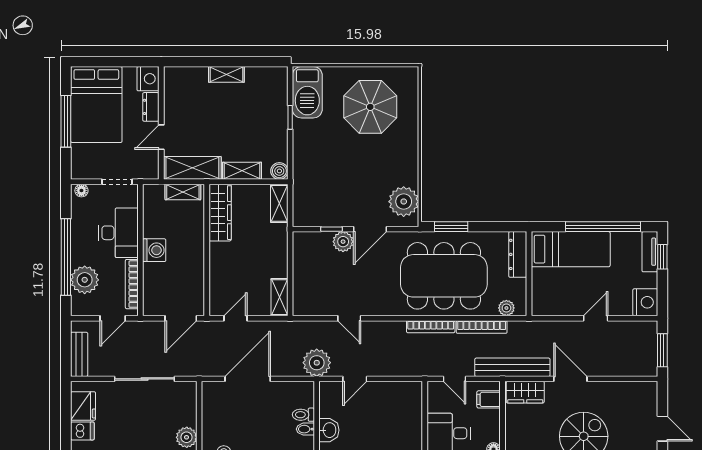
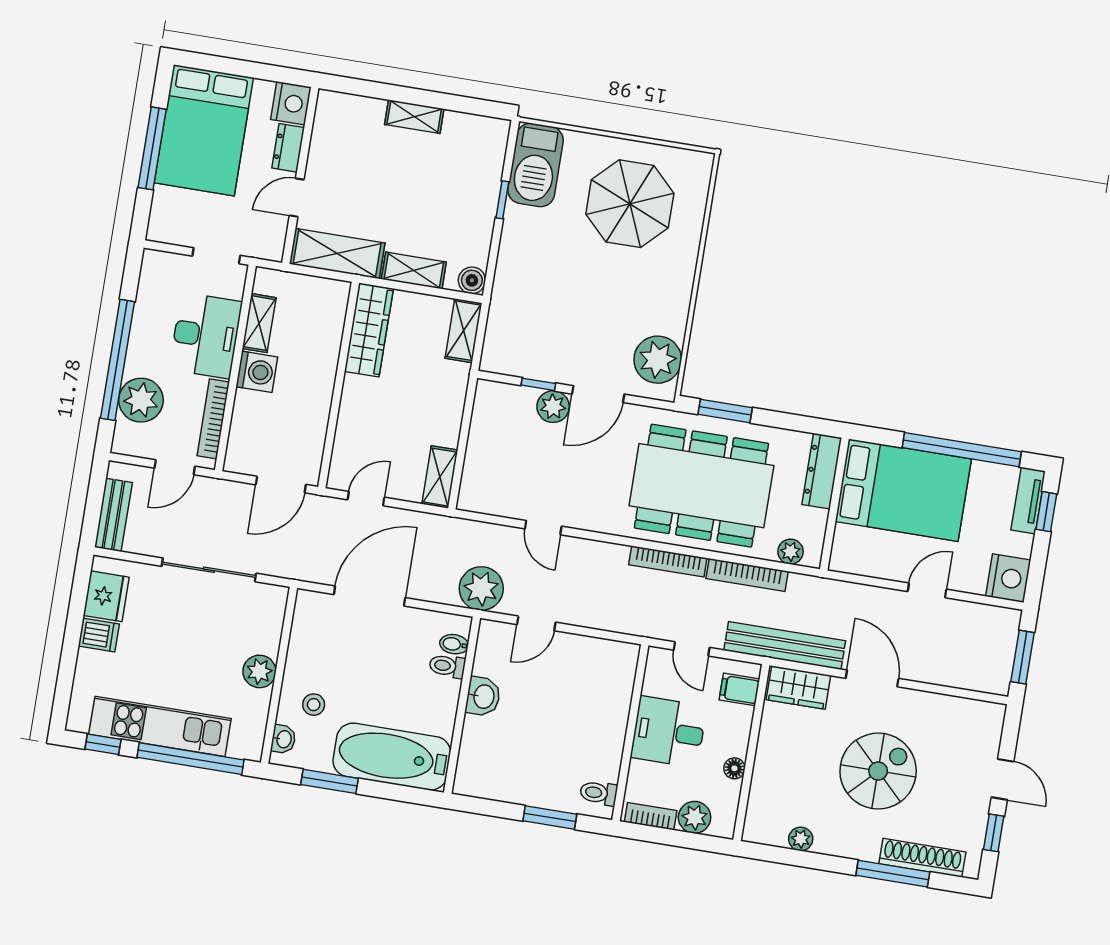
floor lamp: (81, 191) -> (159, 260), removed
shelving: (183, 192) -> (259, 323), moved, turned 90
bed: (571, 249) -> (903, 490), width x1.50
bidet: (305, 429) -> (454, 644), moved

